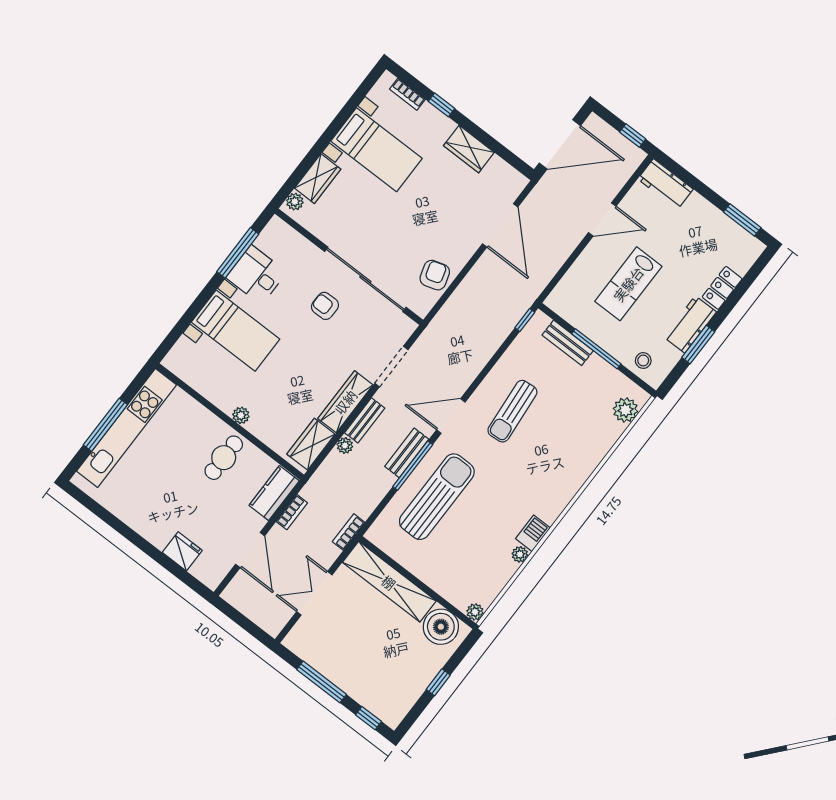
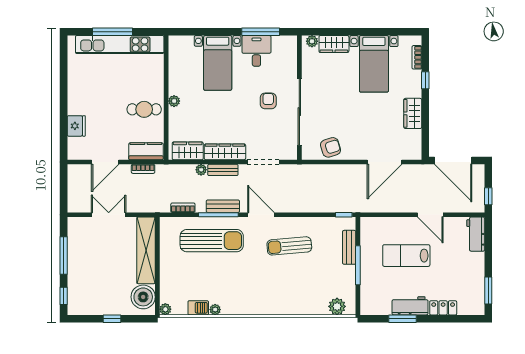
stool: (643, 361) -> (371, 296), removed
bookcase: (349, 532) -> (183, 208), moved
barbecue: (533, 533) -> (198, 308), moved

